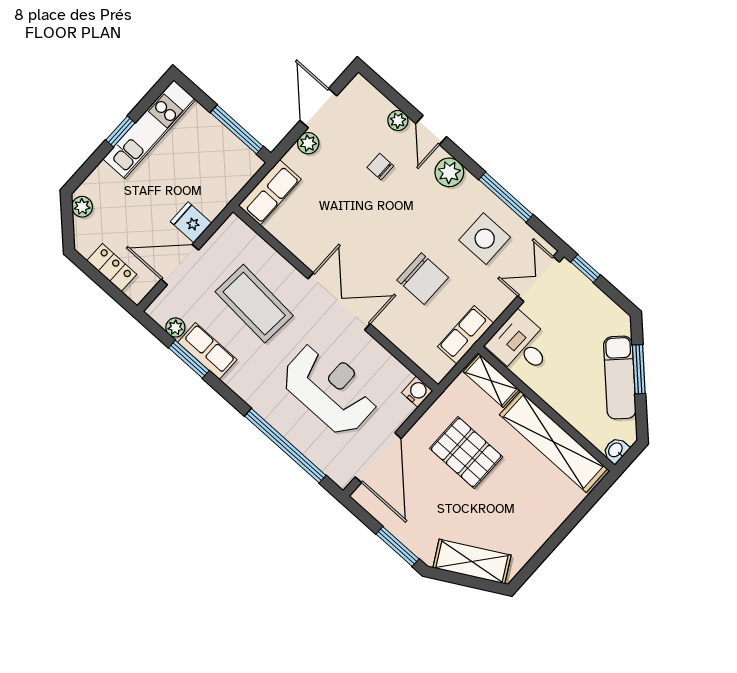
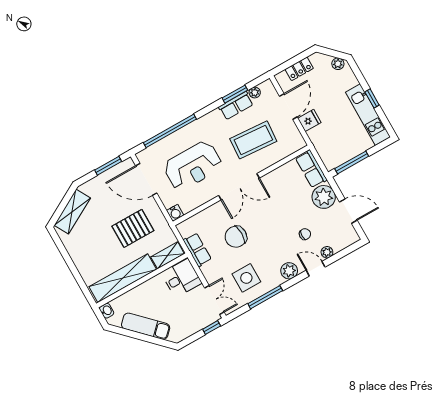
plant: (308, 143) -> (324, 197), width x1.88, depth x1.88
window: (639, 369) -> (147, 338), removed
window: (398, 546) -> (108, 166), moved

